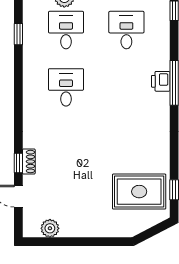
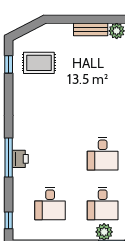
rug: (139, 192) -> (39, 63), width x0.73, depth x0.70
bench: (80, 230) -> (91, 29), added

